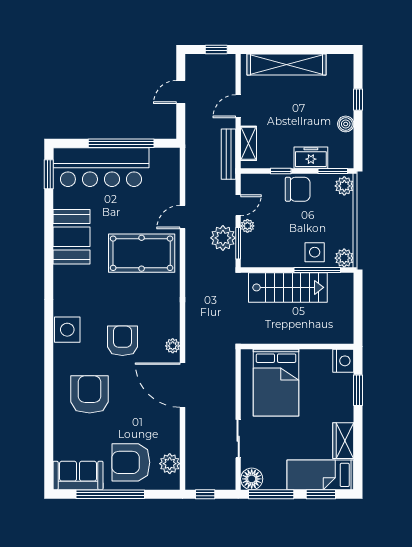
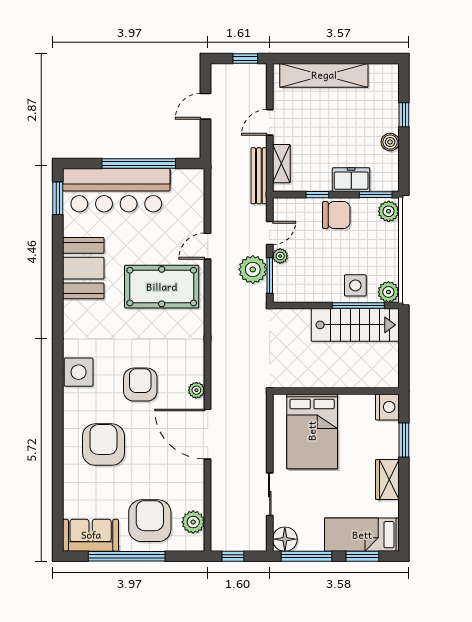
stairs: (288, 287) -> (355, 325), moved
wardrobe: (343, 441) -> (387, 480), moved
armchair: (131, 462) -> (150, 521), turned 90

